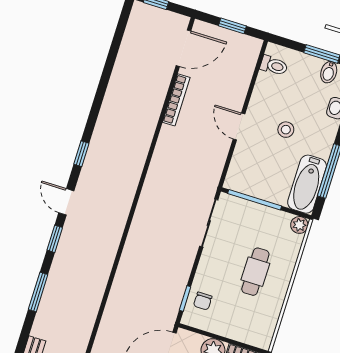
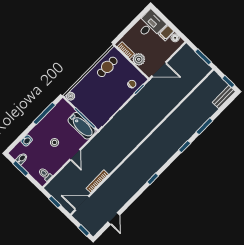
bathtub: (307, 184) -> (82, 126), moved, turned 90
door: (66, 202) -> (114, 219), moved
cafe table: (255, 272) -> (107, 67), moved

